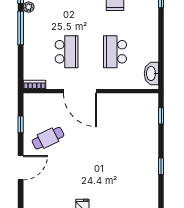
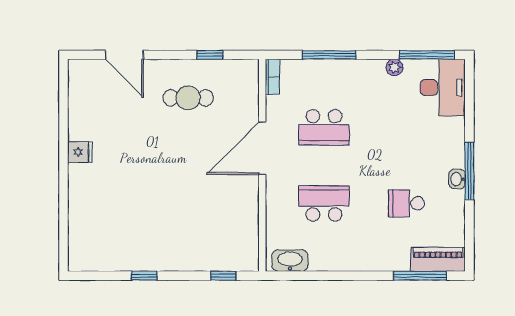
window: (21, 28) -> (329, 55), moved
cafe table: (48, 138) -> (188, 98), turned -64
door: (21, 168) -> (124, 55), moved

